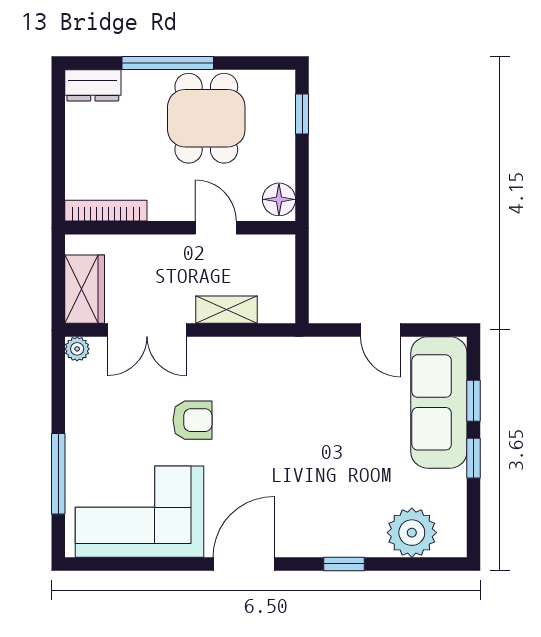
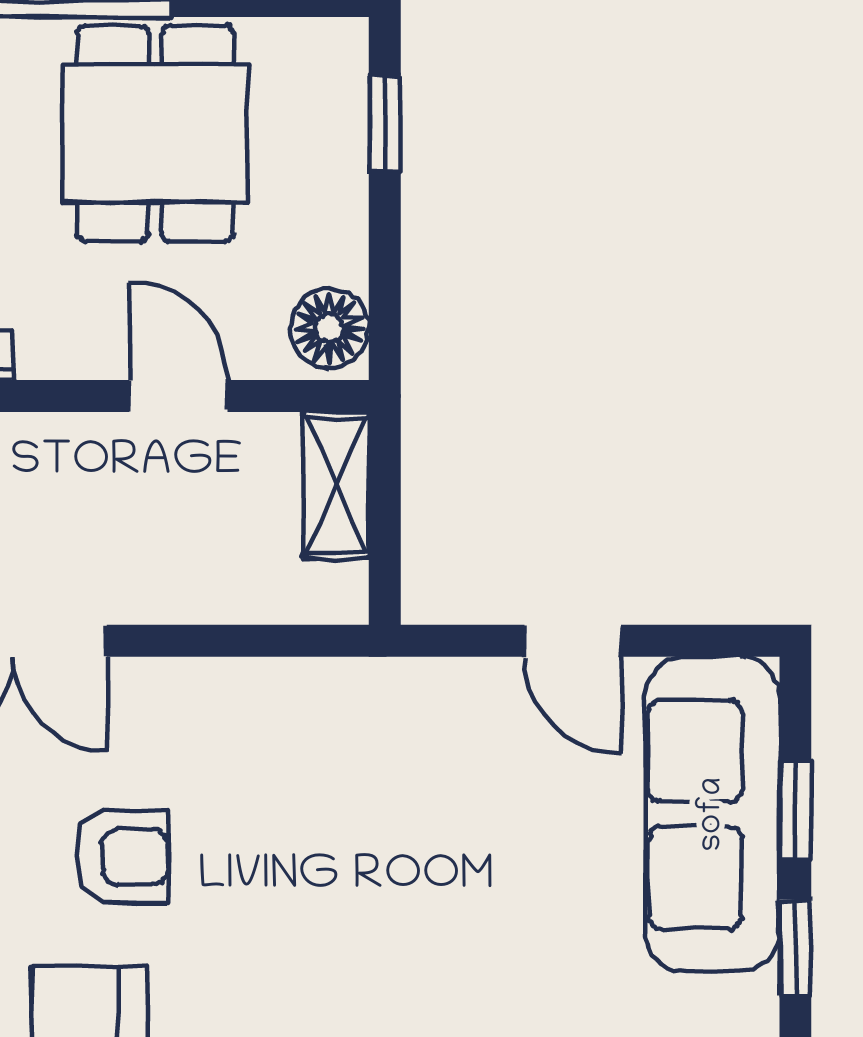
shelving: (226, 310) -> (336, 485), moved, turned 90

